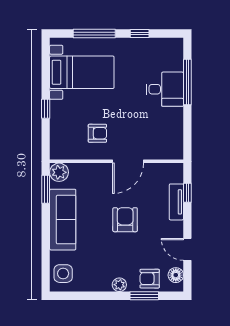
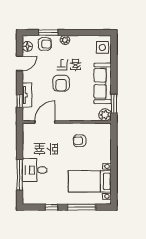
window: (46, 109) -> (114, 157), removed
door: (128, 161) -> (45, 122), moved
door: (187, 249) -> (20, 63), hinge flipped

